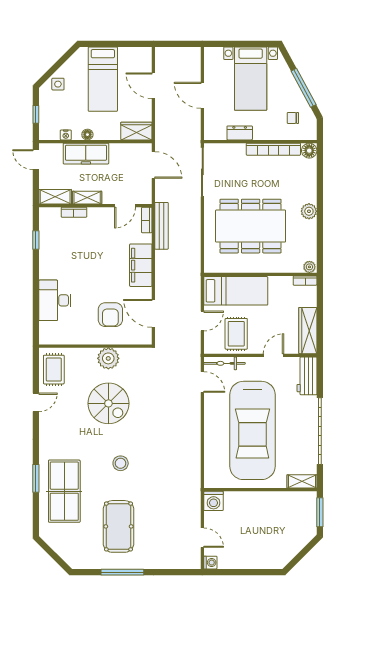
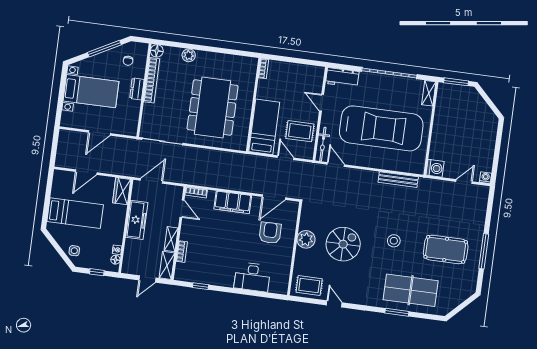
dresser: (240, 133) -> (137, 89), moved
floor lamp: (87, 135) -> (115, 260), moved
freezer: (86, 154) -> (137, 220), moved
door: (36, 160) -> (147, 279), moved
plant: (309, 211) -> (189, 55), moved
bench: (162, 226) -> (398, 180), moved
plant: (309, 267) -> (253, 63), removed
armchair: (110, 315) -> (270, 233), turned -90
wardrobe: (308, 331) -> (305, 72), removed
door: (202, 382) -> (336, 164), hinge flipped

